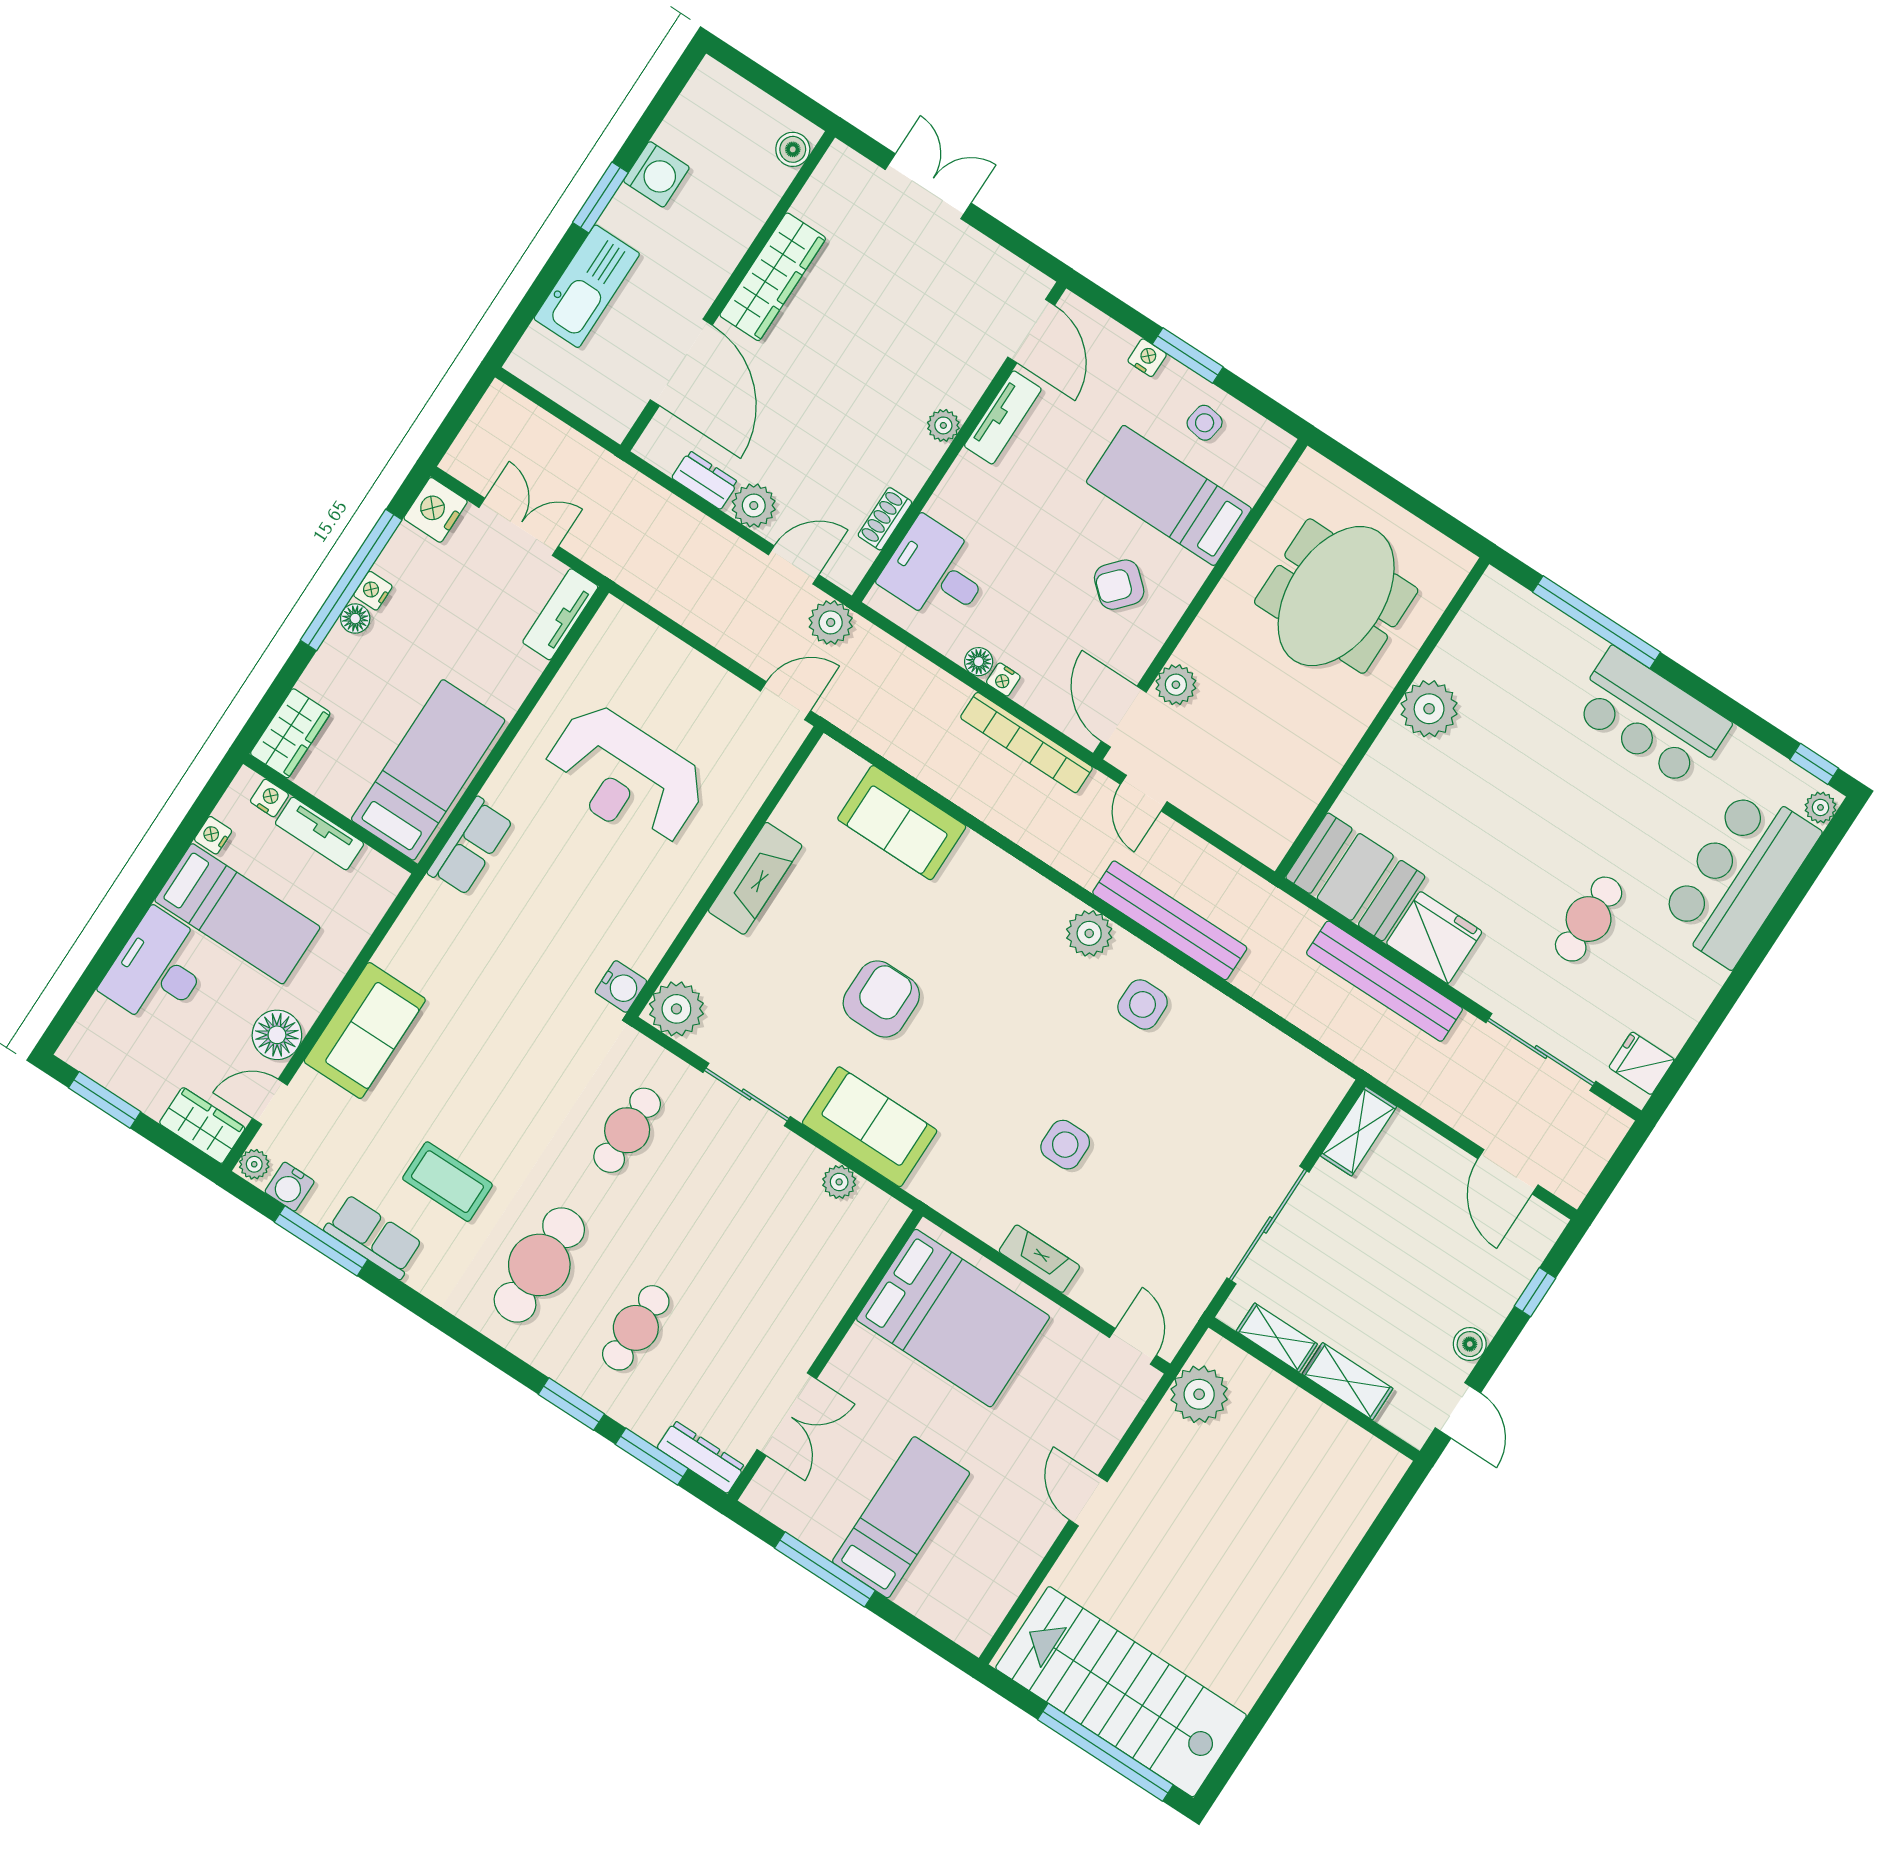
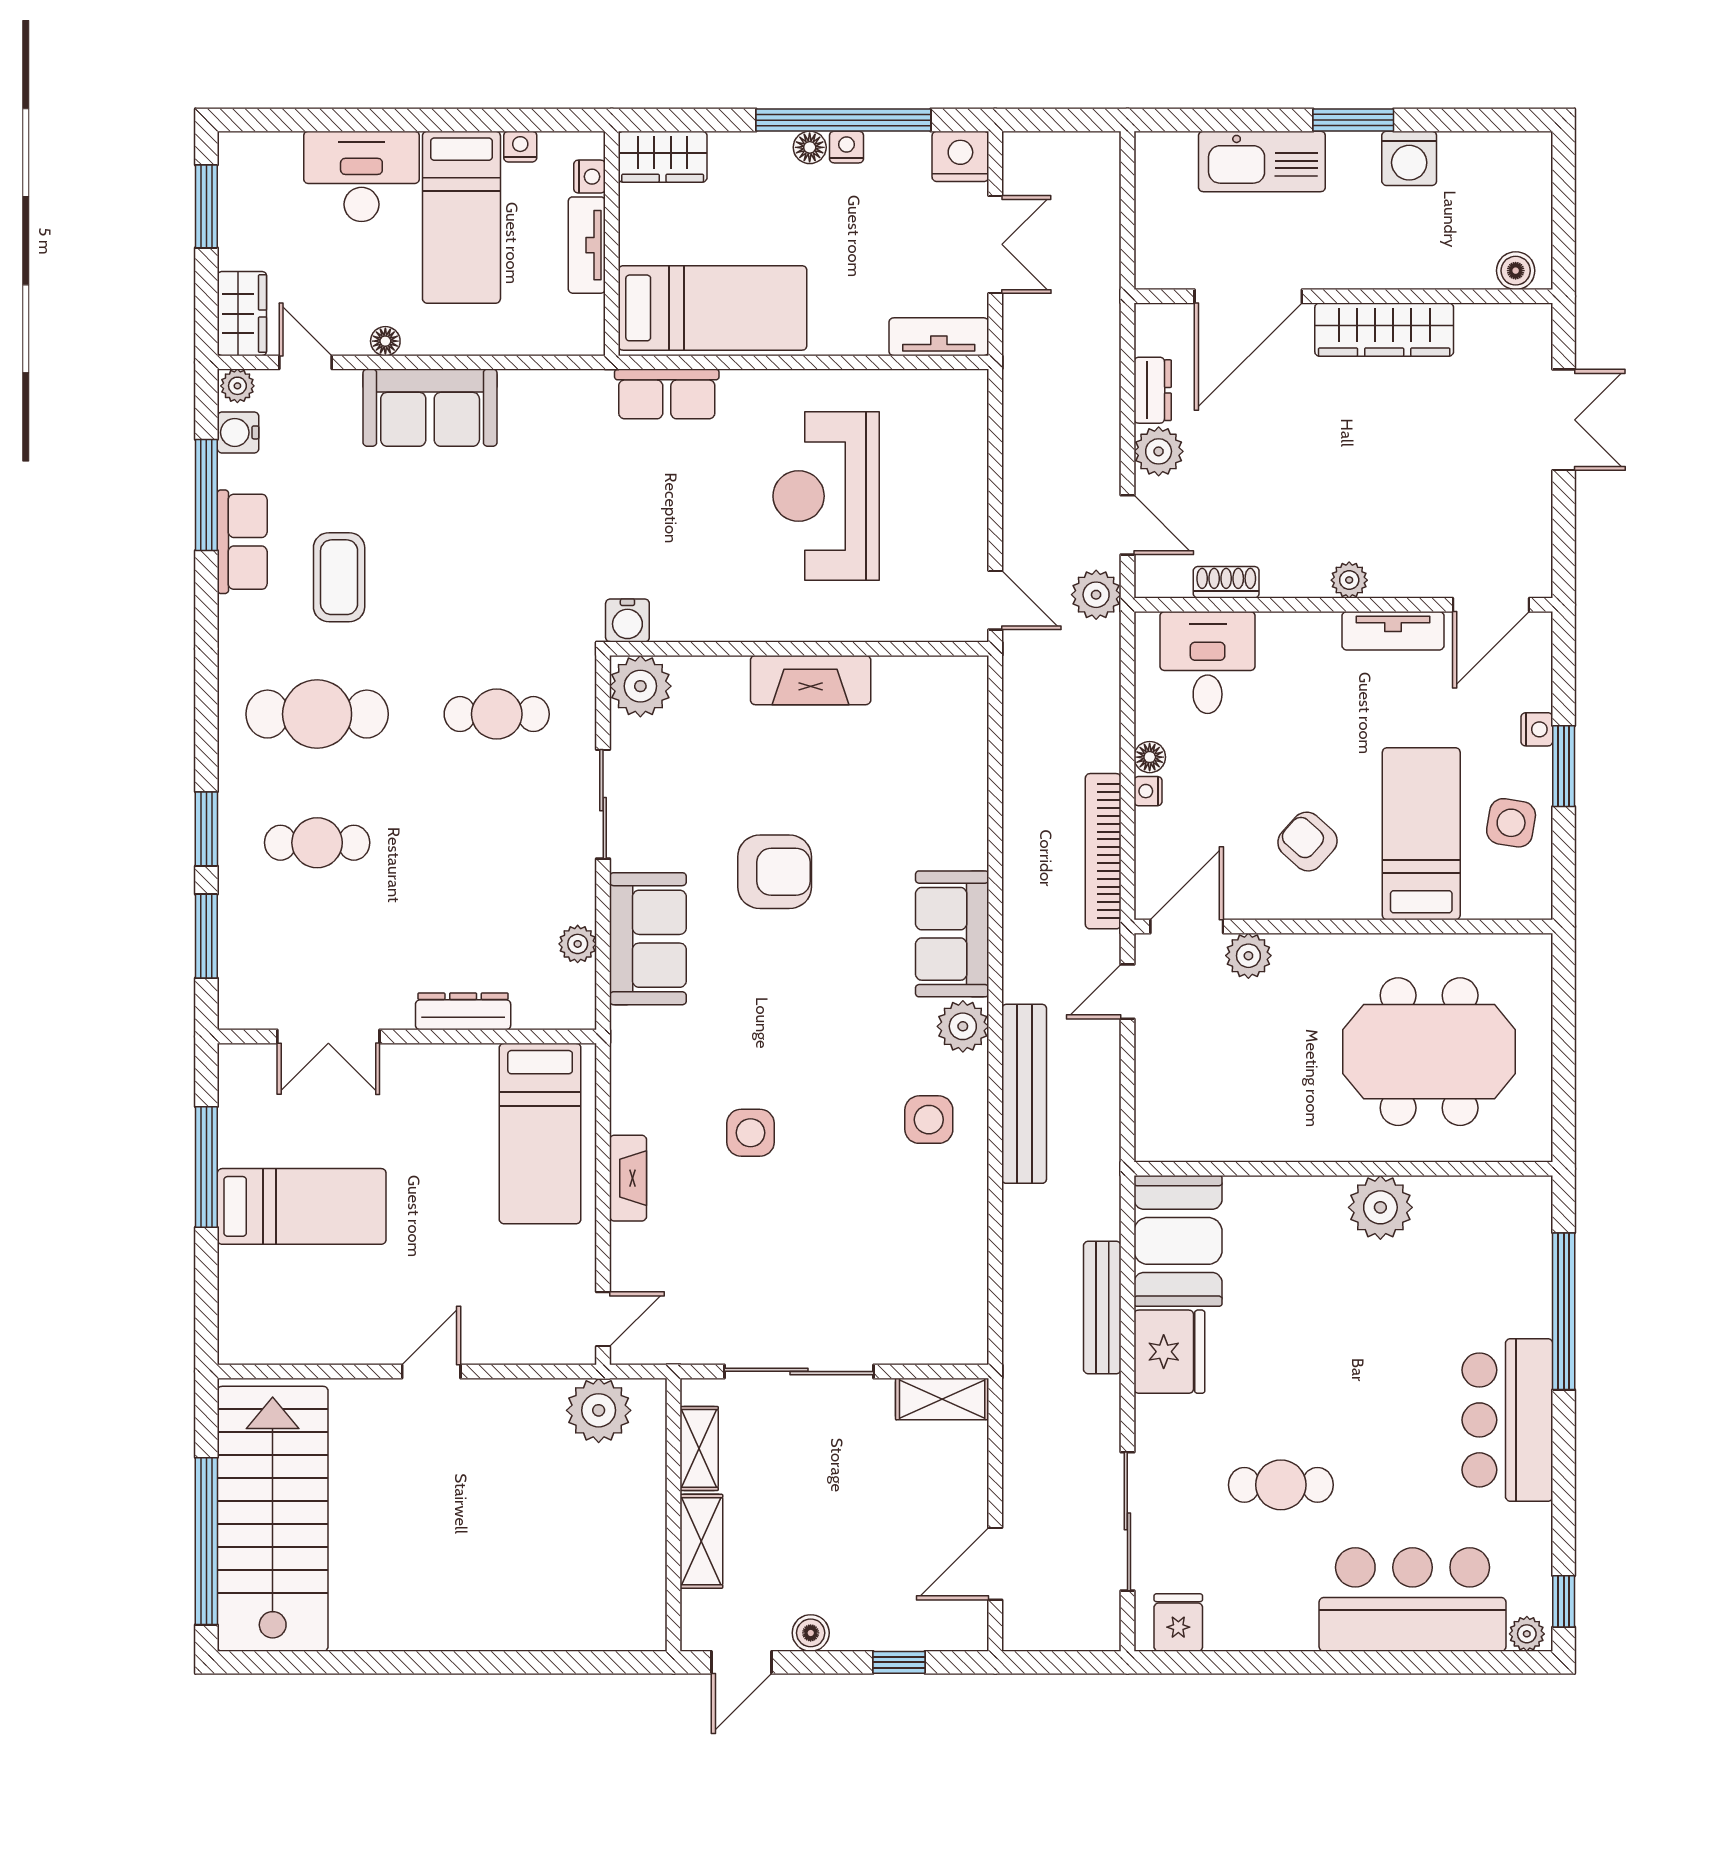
side table: (1205, 423) -> (1511, 823), width x1.37, depth x1.37
sofa: (902, 823) -> (952, 934), moved
bench: (1384, 981) -> (1102, 1307), width x0.73, depth x0.82
floor lamp: (277, 1035) -> (385, 341), width x0.53, depth x0.53
bed: (953, 1318) -> (540, 1134), width x0.67
dresser: (701, 1457) -> (463, 1011), moved, turned -90

